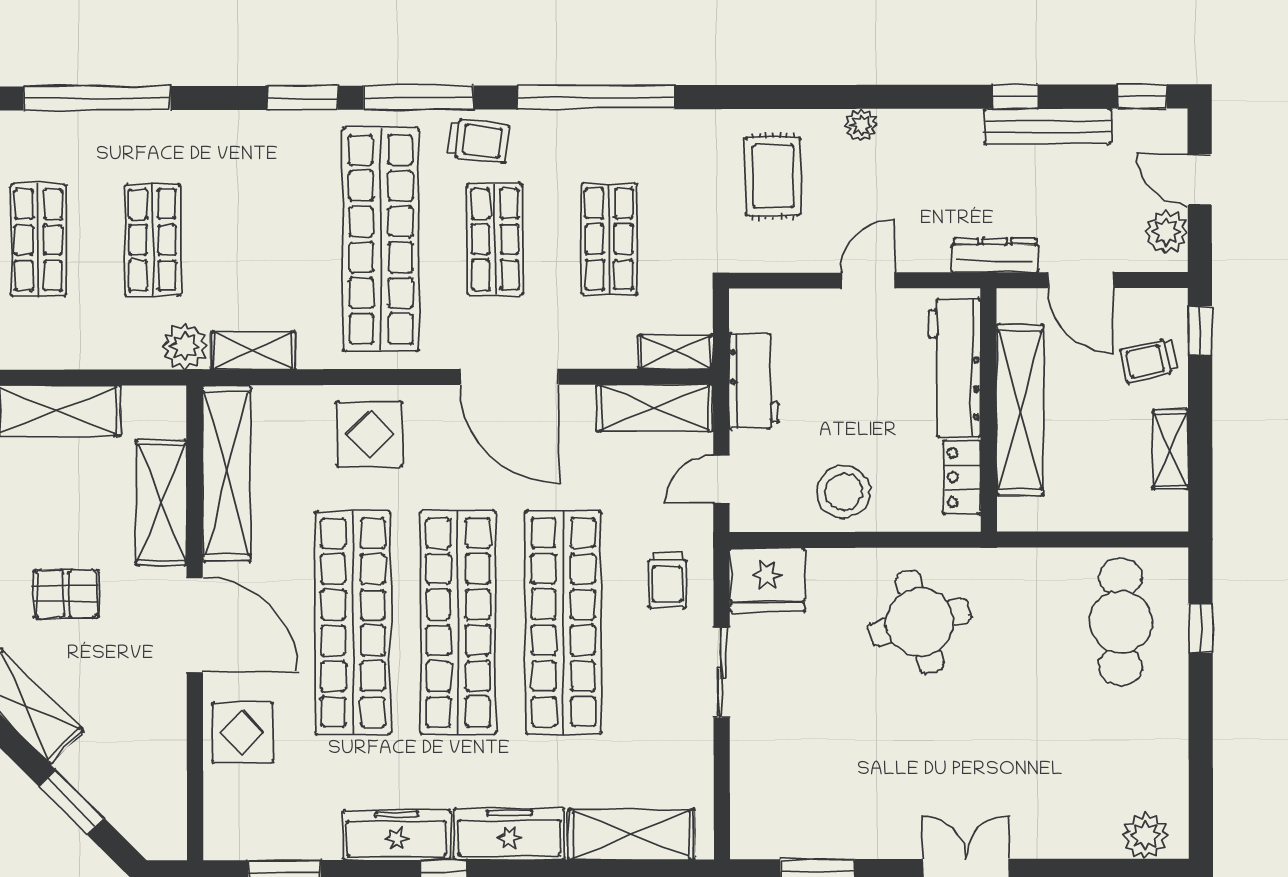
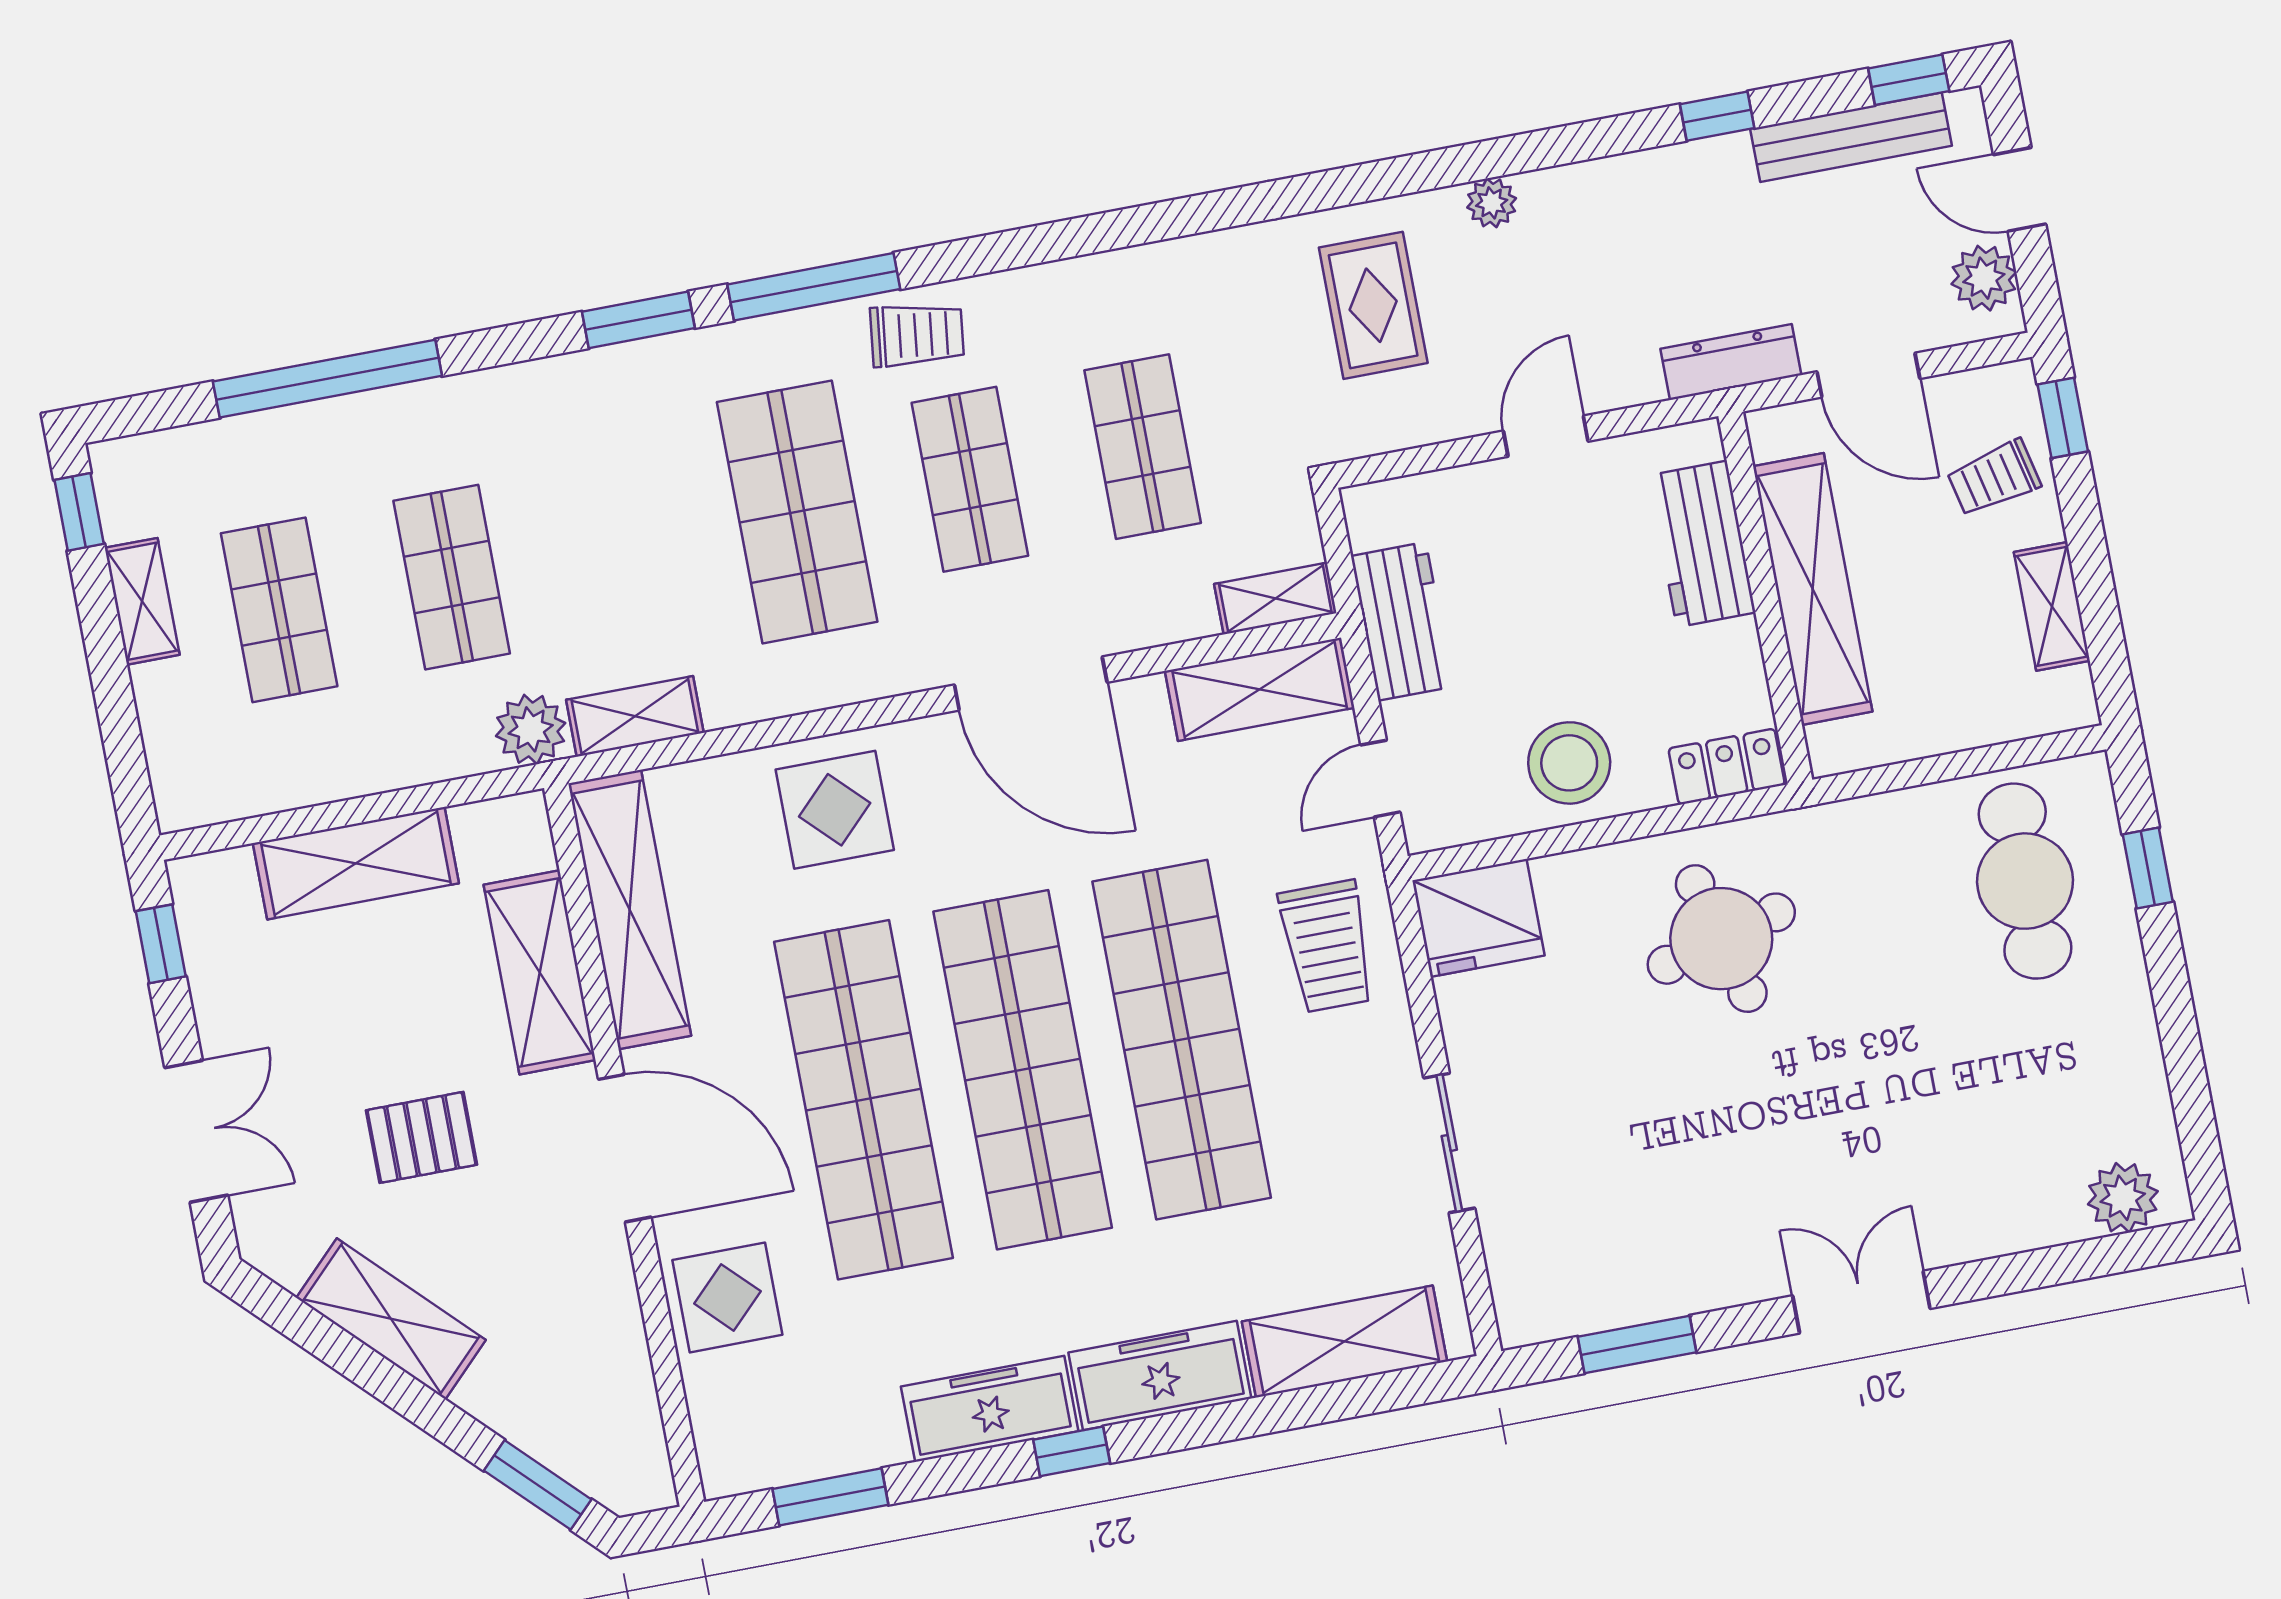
window: (596, 97) -> (1082, 236), removed
bench: (1048, 126) -> (1851, 137), moved
shop shelf: (381, 239) -> (797, 512), width x0.71
workbench: (955, 368) -> (1702, 544), width x0.73
locker: (962, 477) -> (1727, 767), moved, turned 90
trolley: (667, 580) -> (1327, 946), width x1.36, depth x1.39
sliding door: (722, 672) -> (1449, 1143), moved
window: (72, 802) -> (538, 1485), moved

